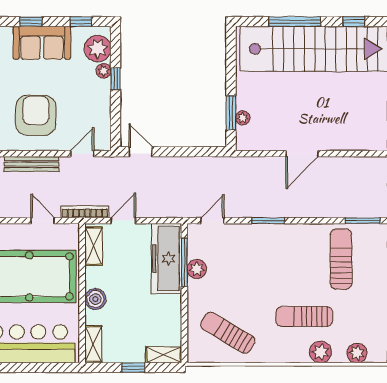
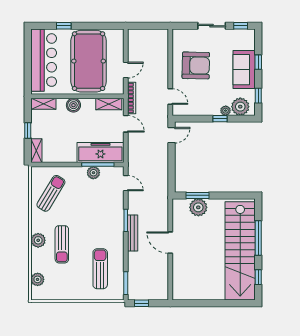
plant: (243, 118) -> (198, 207), width x1.88, depth x1.88
bench: (31, 164) -> (133, 233), moved
sun lounger: (341, 259) -> (100, 269), turned -90
sun lounger: (304, 316) -> (62, 244), turned 180
plant: (321, 352) -> (38, 240), moved

